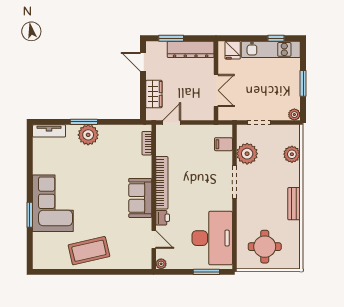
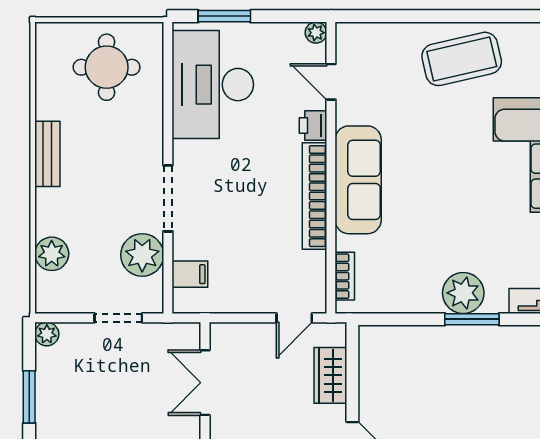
sofa: (140, 198) -> (358, 180), width x1.36

